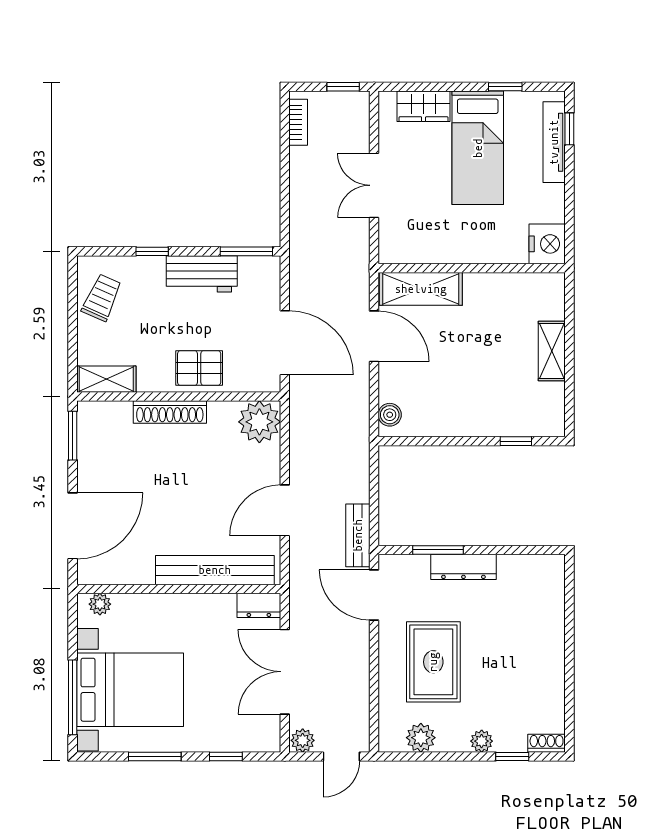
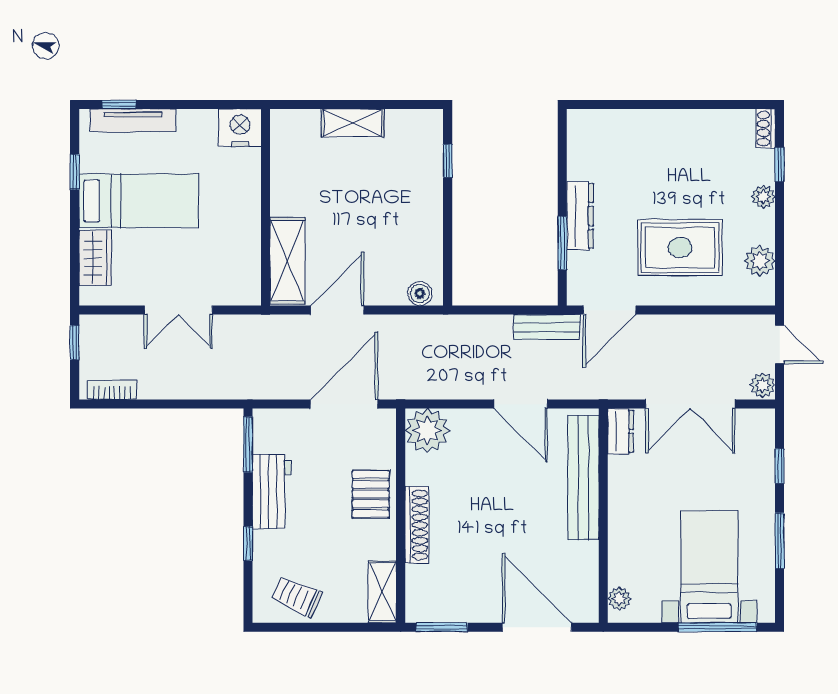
bed with nightstands: (130, 690) -> (709, 567), width x0.73

